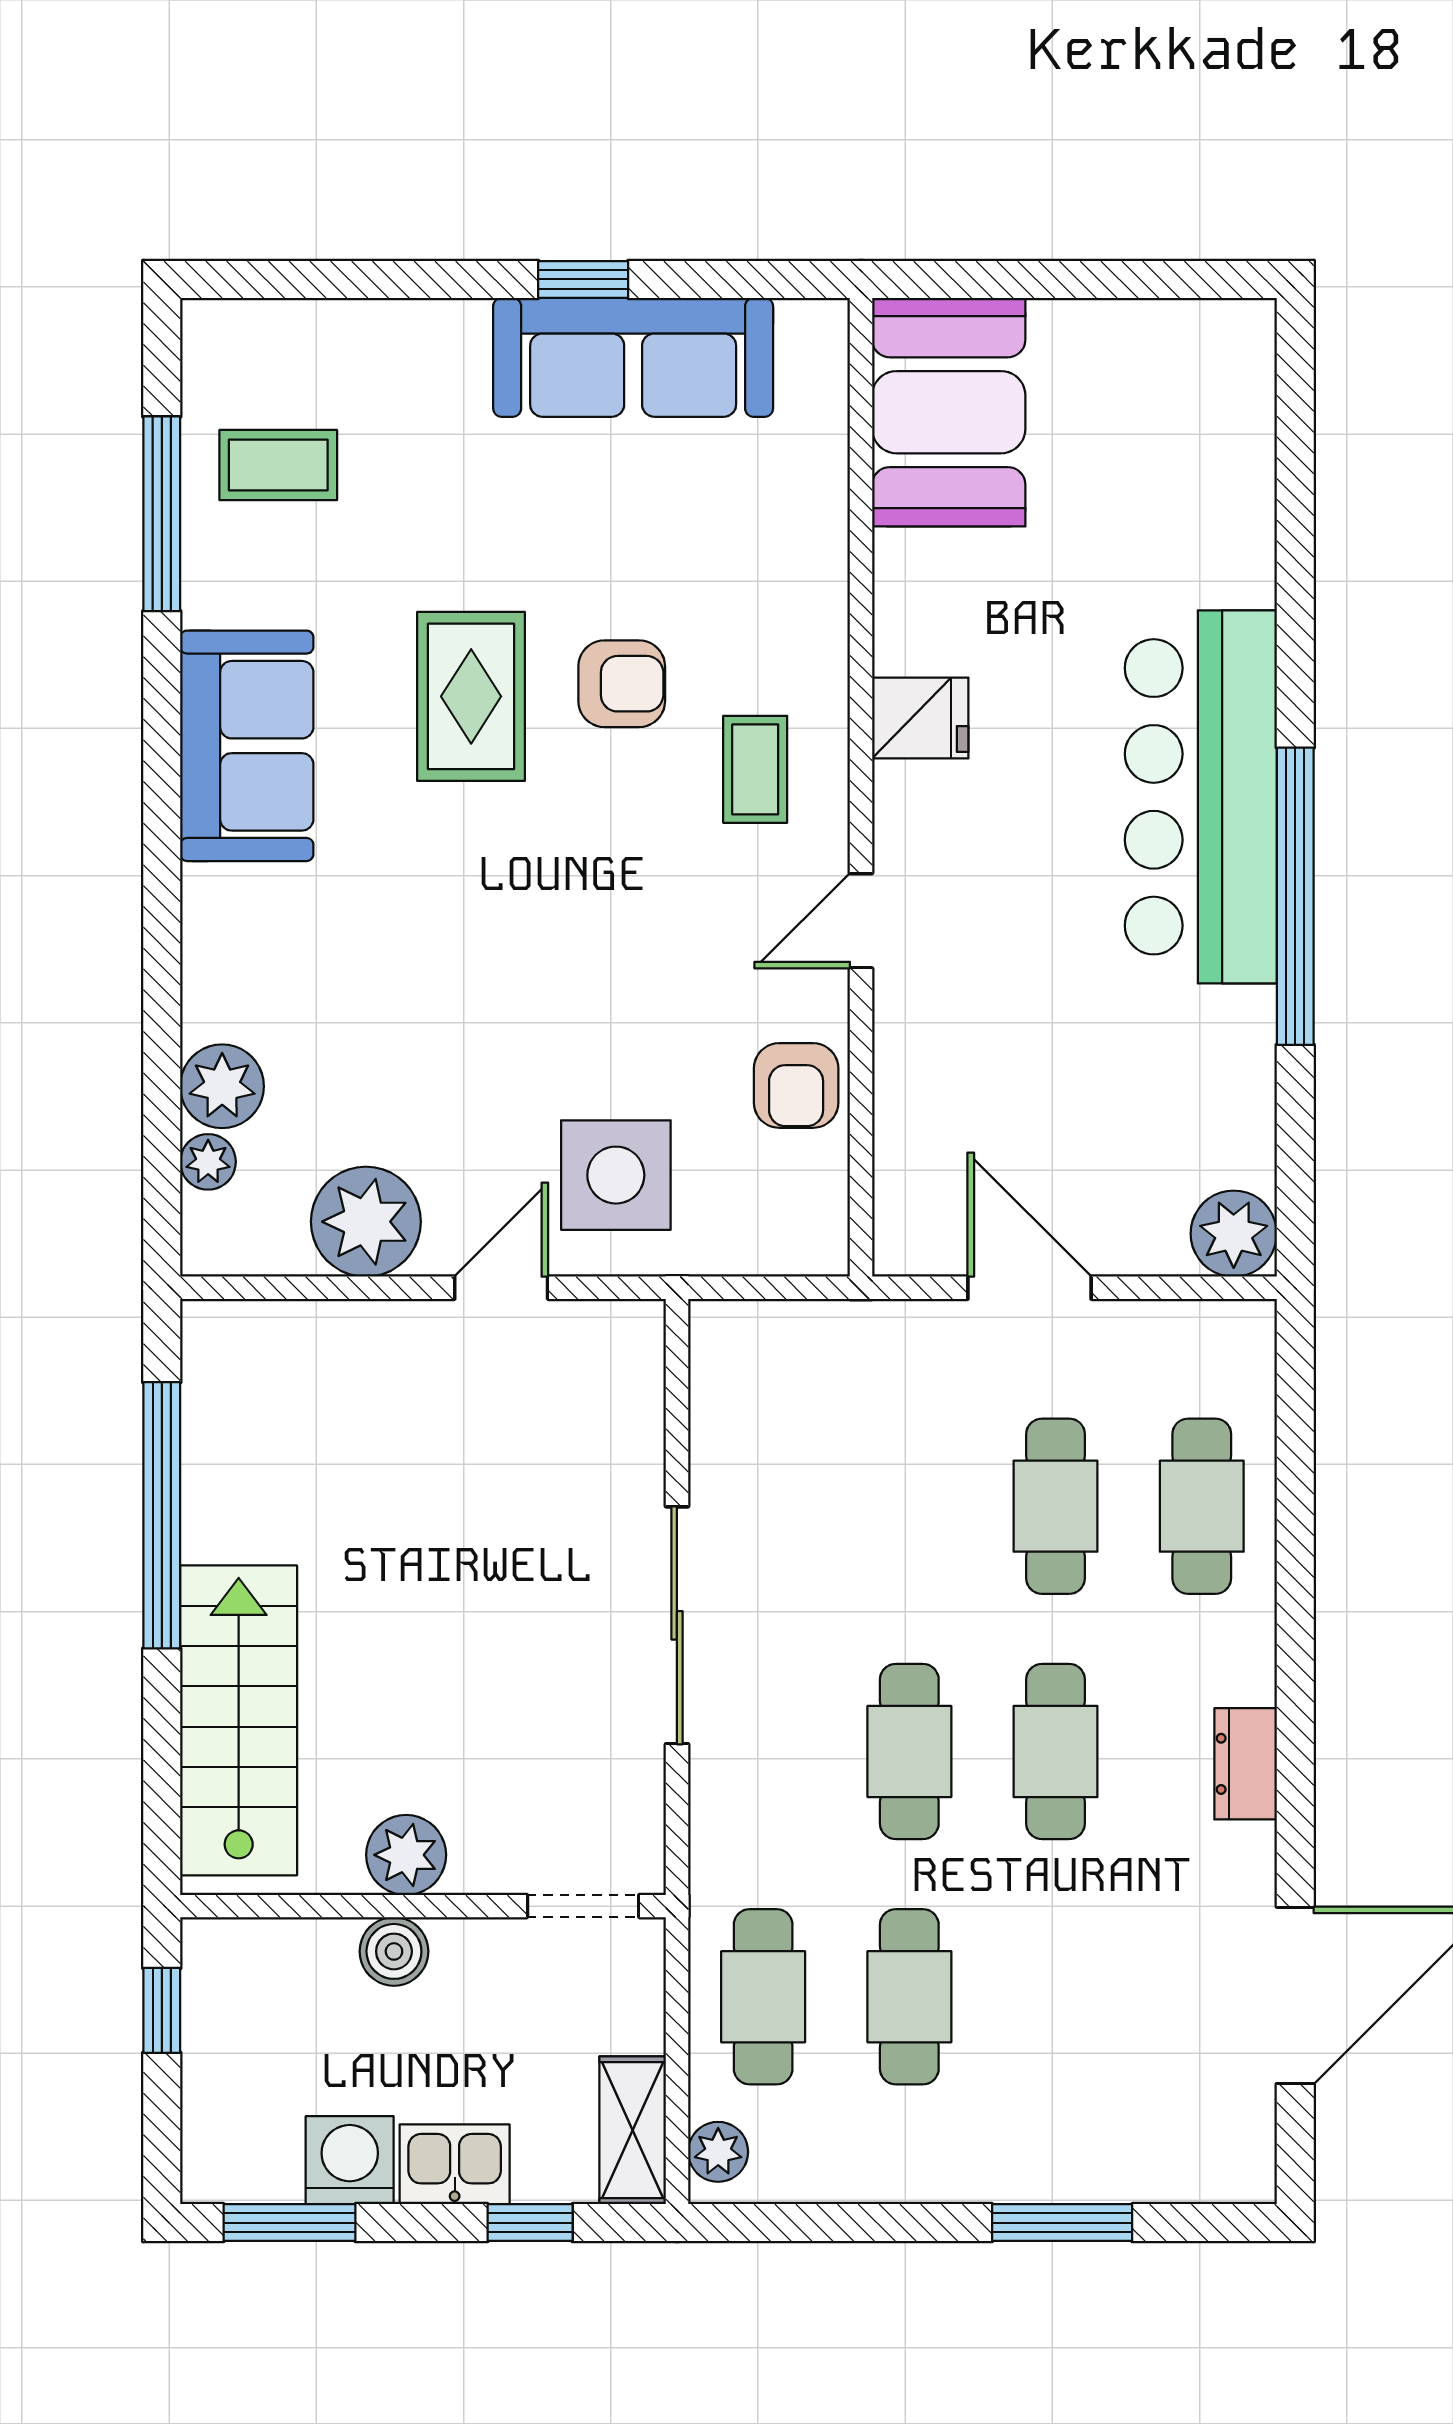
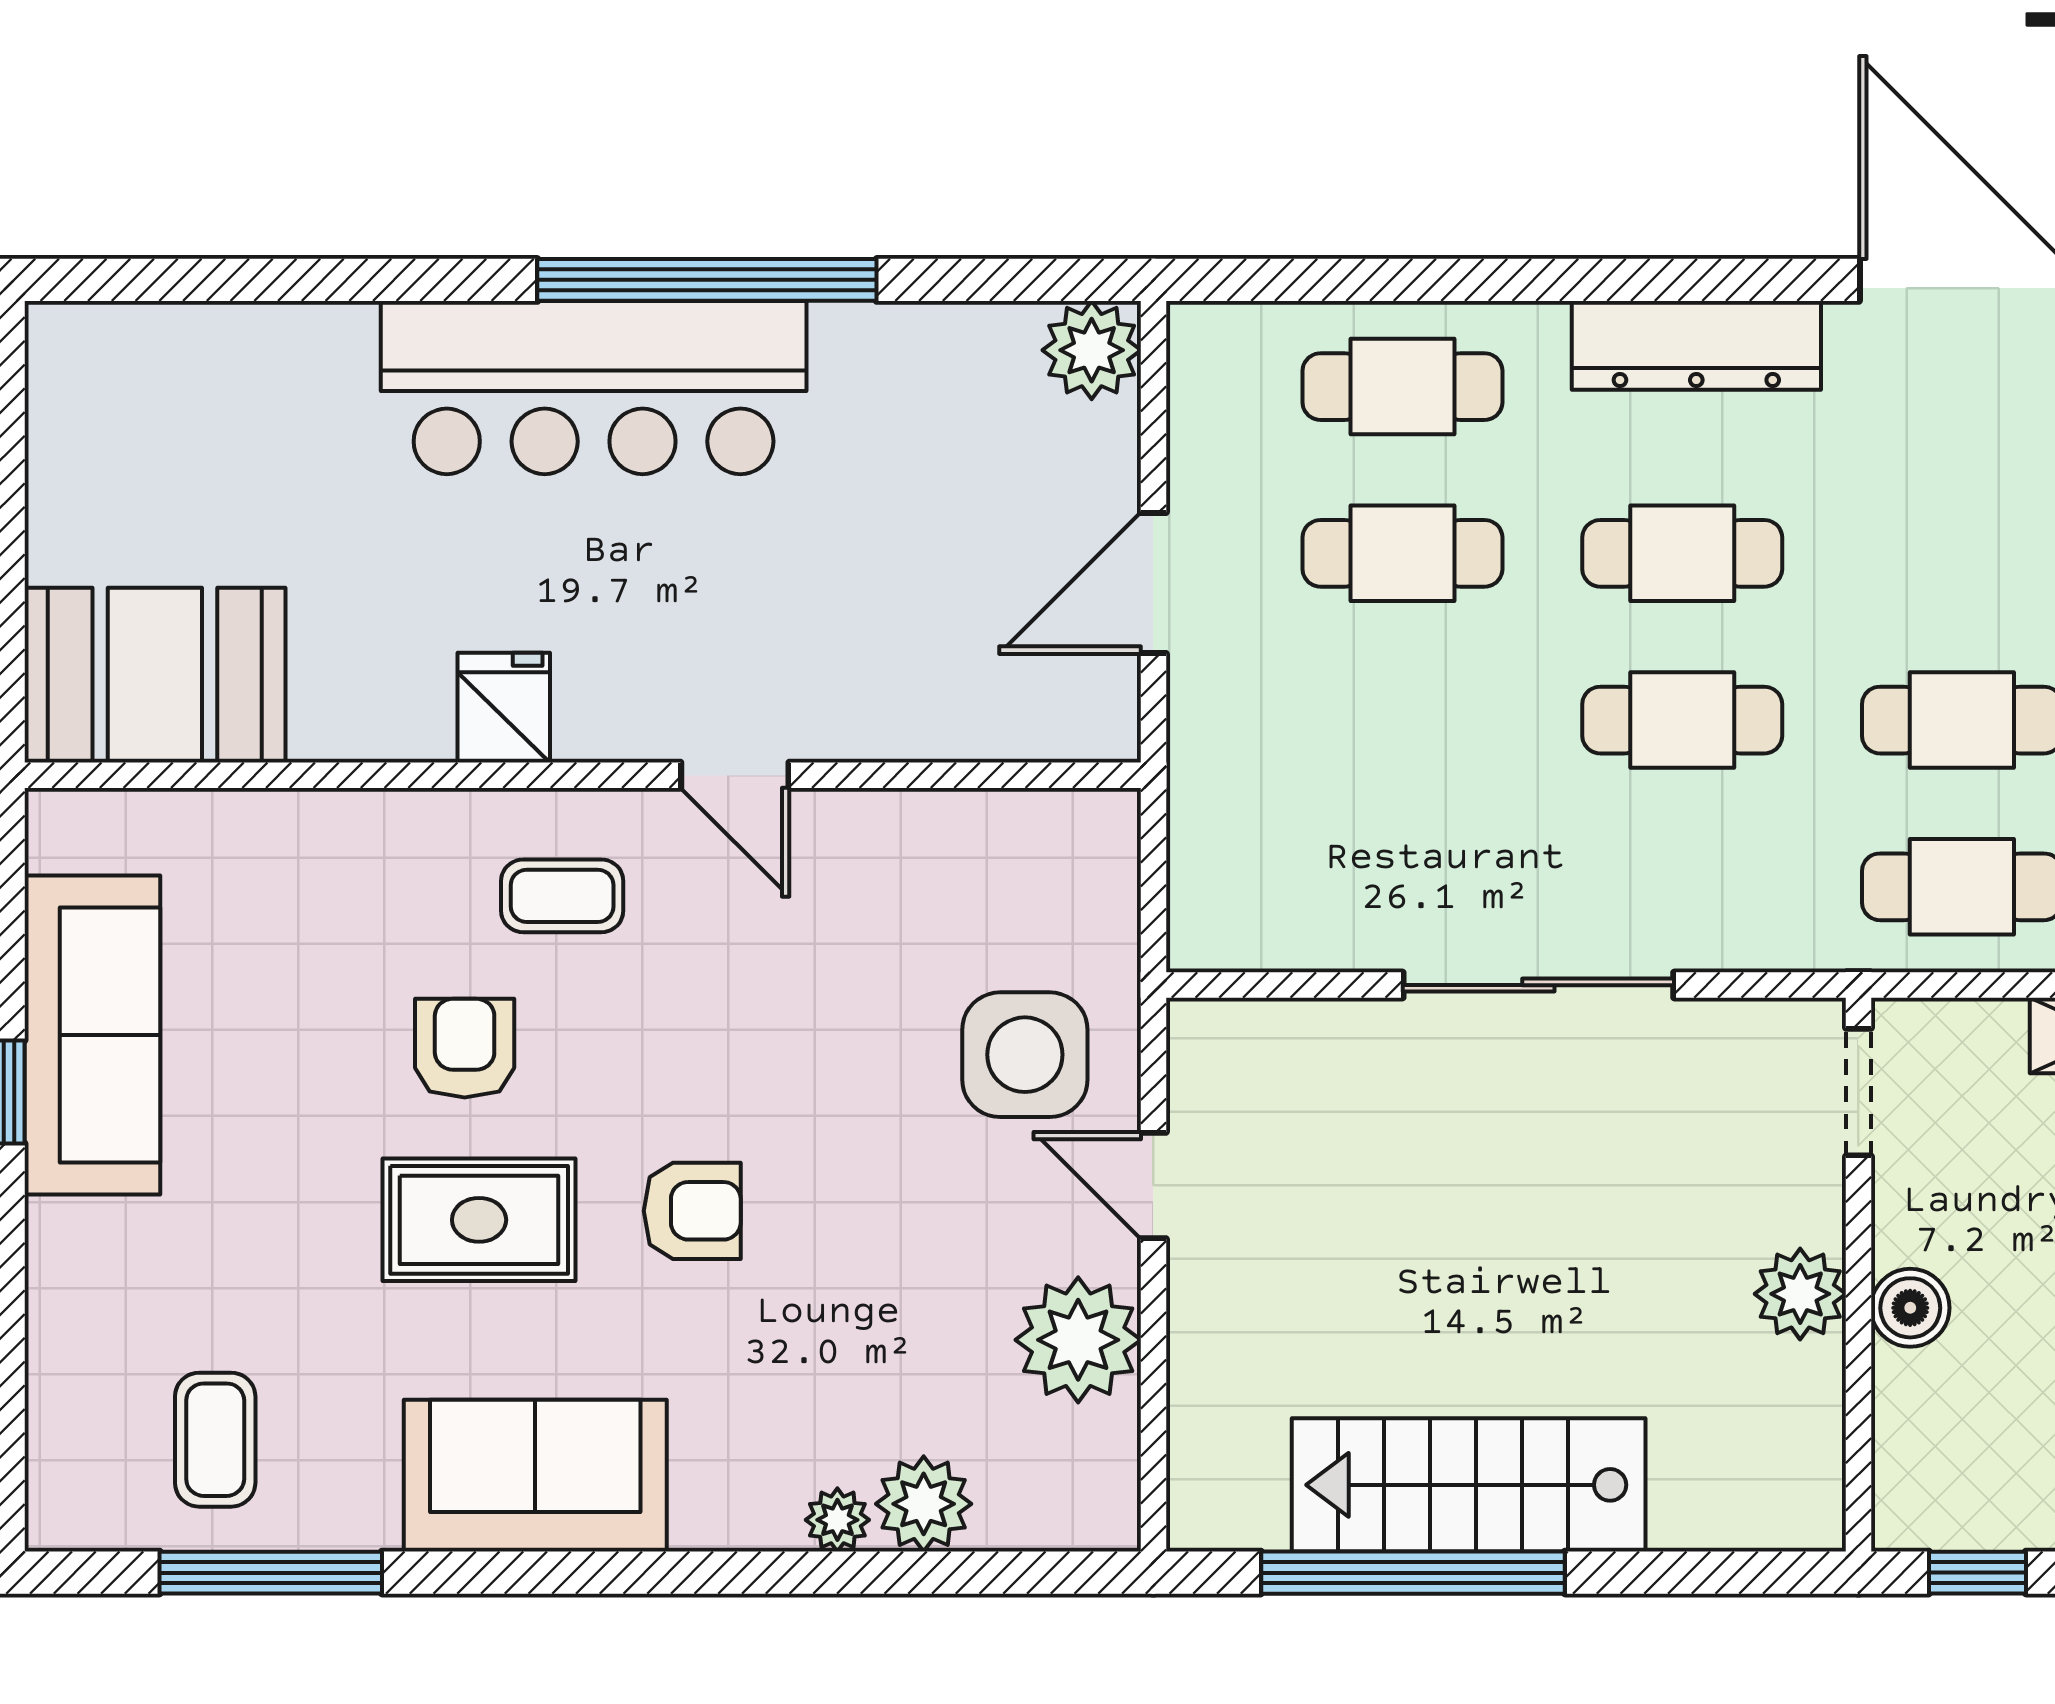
armchair: (796, 1085) -> (692, 1211), moved
plant: (208, 1162) -> (837, 1520), moved
stairs: (239, 1720) -> (1469, 1485), moved
dresser: (1246, 1764) -> (1696, 345), width x1.96, depth x1.24

